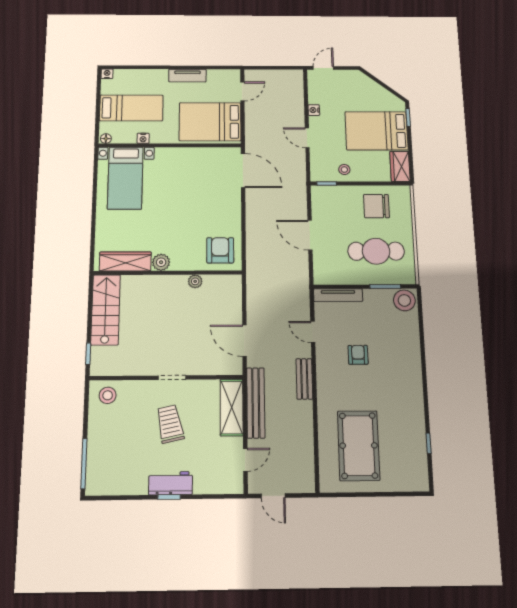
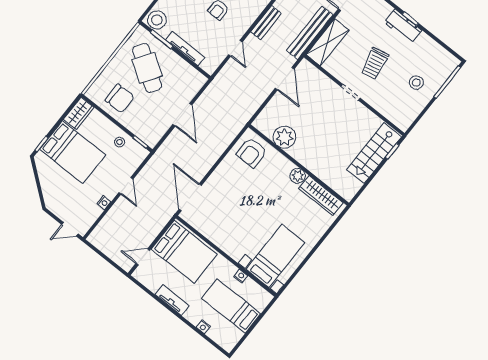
nightstand: (107, 74) -> (203, 327), moved
floor lamp: (106, 139) -> (267, 296), removed
cafe table: (376, 251) -> (147, 68), turned 33
plant: (195, 281) -> (284, 137), width x1.88, depth x1.88
tv unit: (338, 295) -> (185, 49), moved
stairs: (106, 310) -> (374, 153), moved
stool: (108, 395) -> (416, 83), moved

